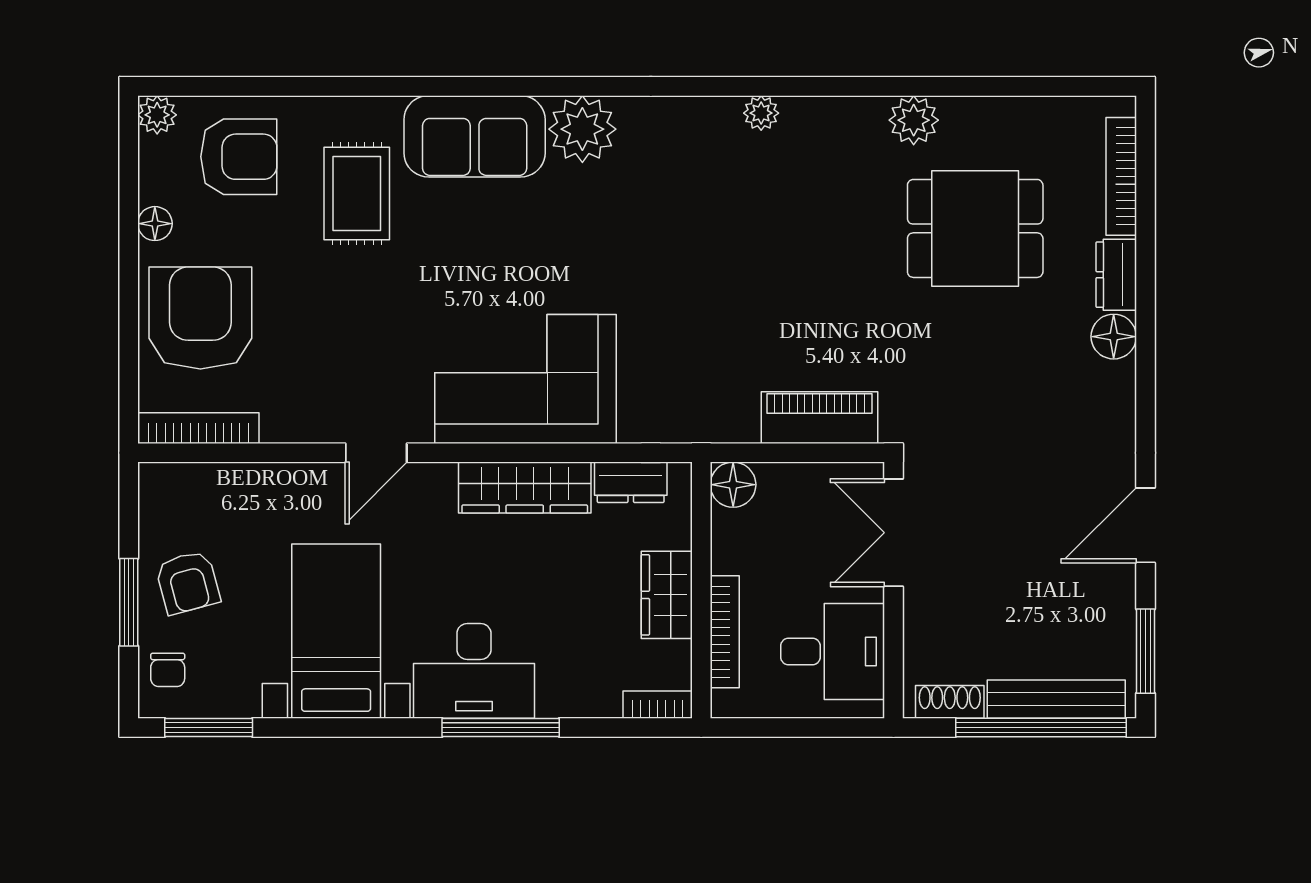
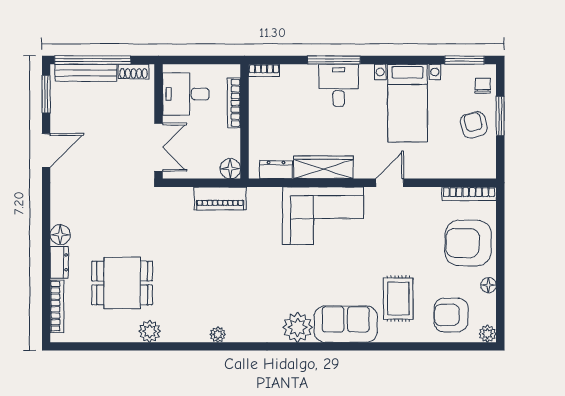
armchair: (200, 318) -> (468, 243), turned 91
piano: (820, 418) -> (220, 198), moved
wardrobe: (667, 595) -> (260, 119), removed
desk: (474, 671) -> (339, 85), width x0.73

